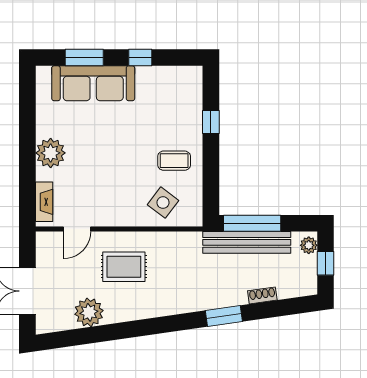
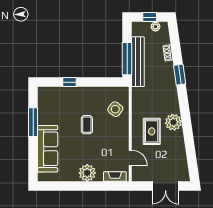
window: (84, 57) -> (33, 154), removed
window: (140, 57) -> (33, 122), width x2.17
coffee table: (174, 161) -> (87, 125), moved
plant: (309, 245) -> (155, 27), moved
plant: (89, 312) -> (173, 122), moved

